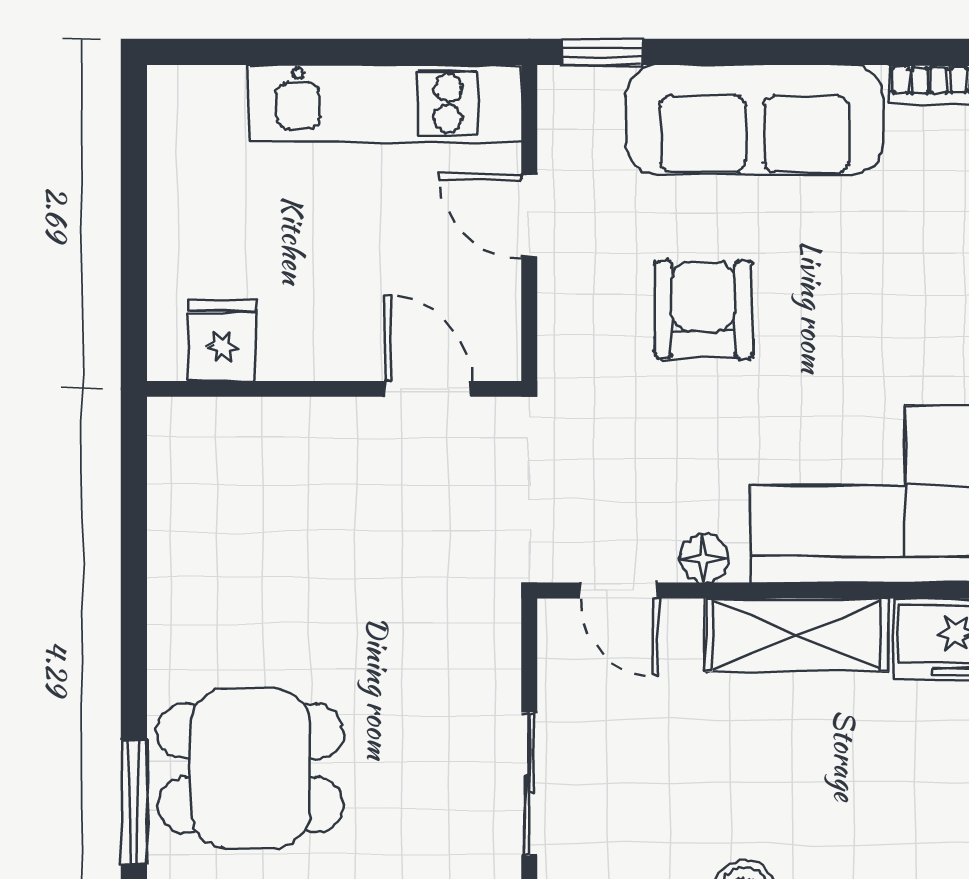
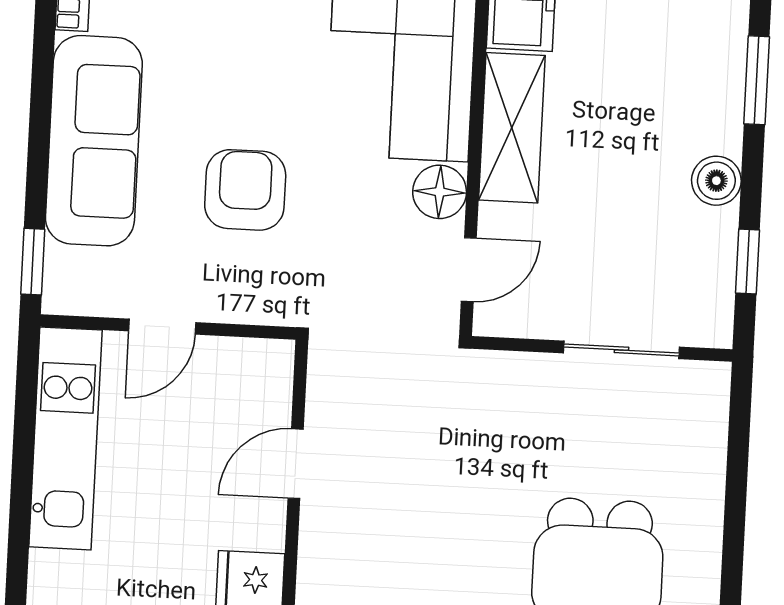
armchair: (703, 310) -> (245, 190), turned 90
door: (428, 389) -> (296, 464), moved
floor lamp: (704, 559) -> (440, 192), width x1.37, depth x1.37

